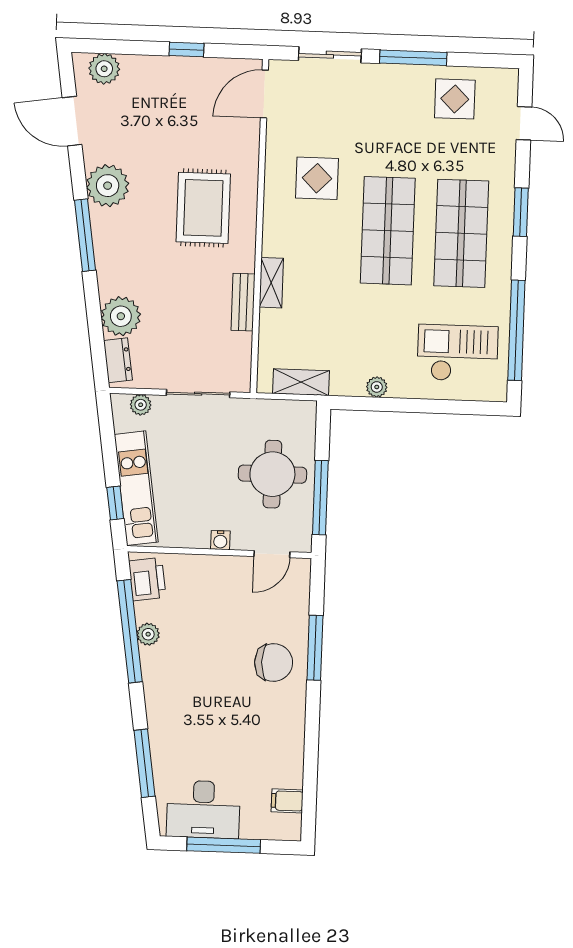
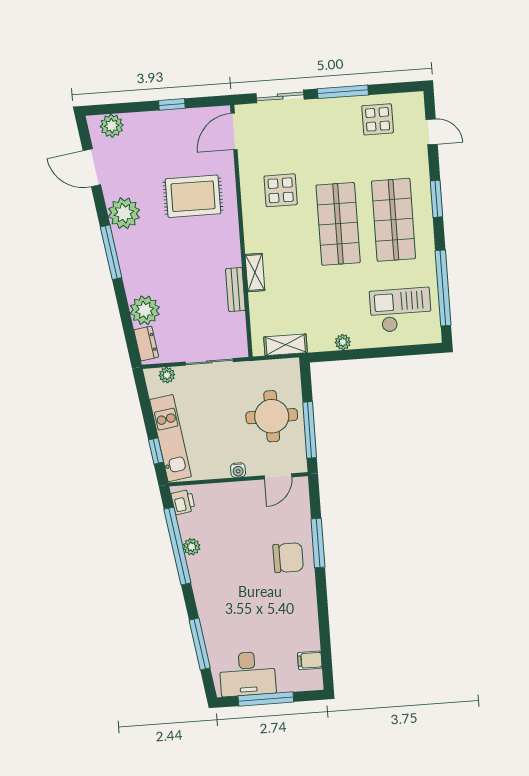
rug: (203, 208) -> (193, 196), moved, turned 90
printer: (147, 579) -> (183, 502), width x0.73, depth x0.81

